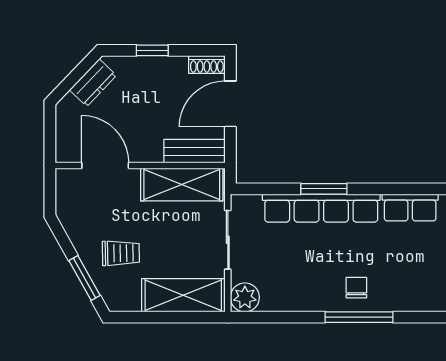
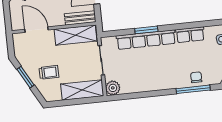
window: (84, 278) -> (25, 77), moved
chair: (356, 288) -> (196, 77), moved
window: (359, 317) -> (193, 89), moved

